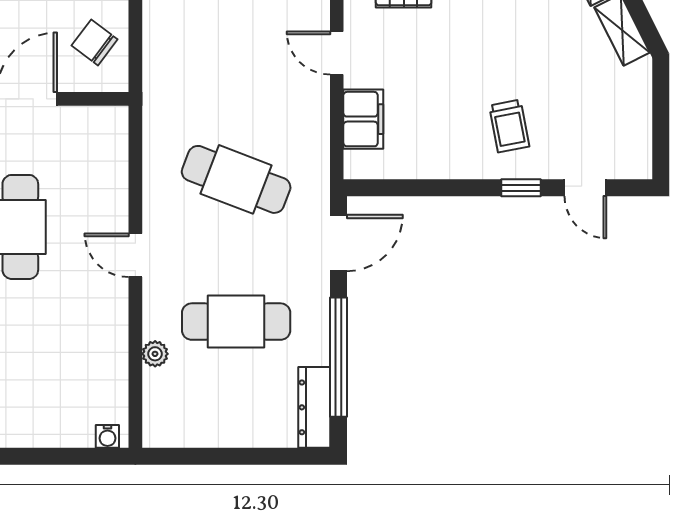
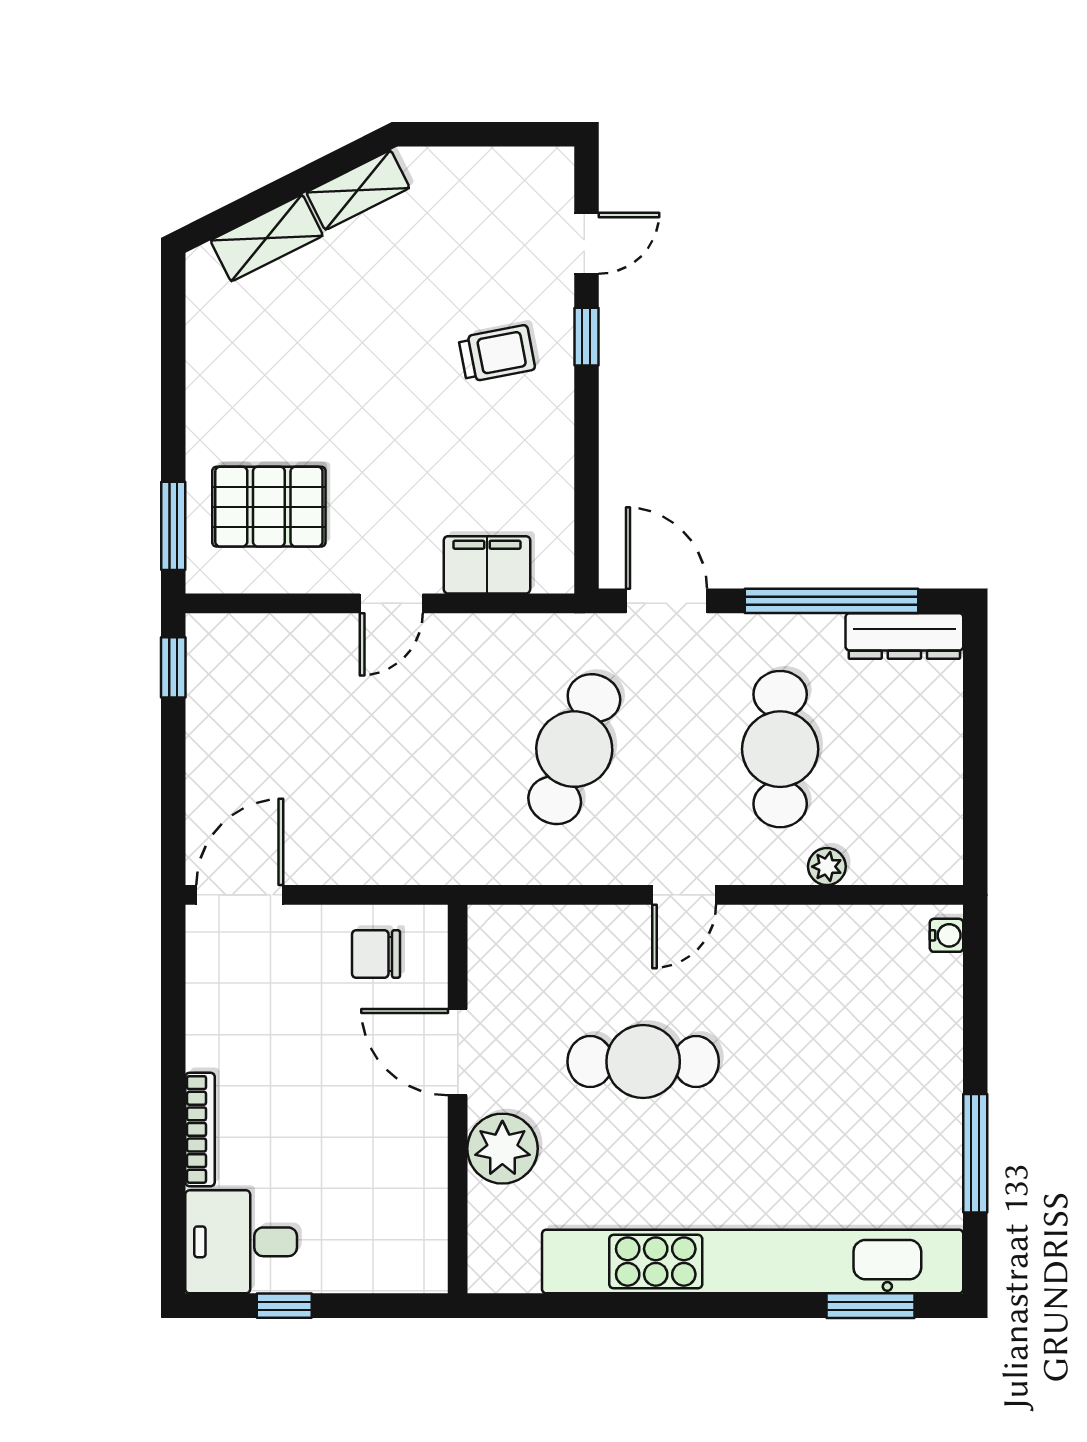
chair: (95, 42) -> (376, 954), turned 53

